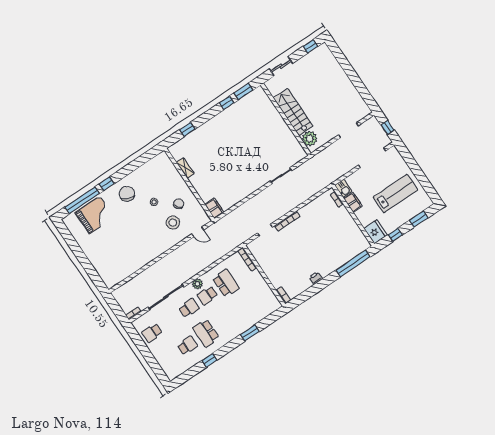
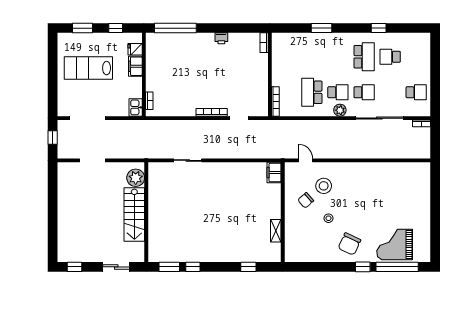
filing cabinet: (353, 202) -> (135, 66), moved
fridge: (375, 232) -> (135, 49), width x0.53, depth x0.75
school desk: (189, 308) -> (364, 92), turned 180

